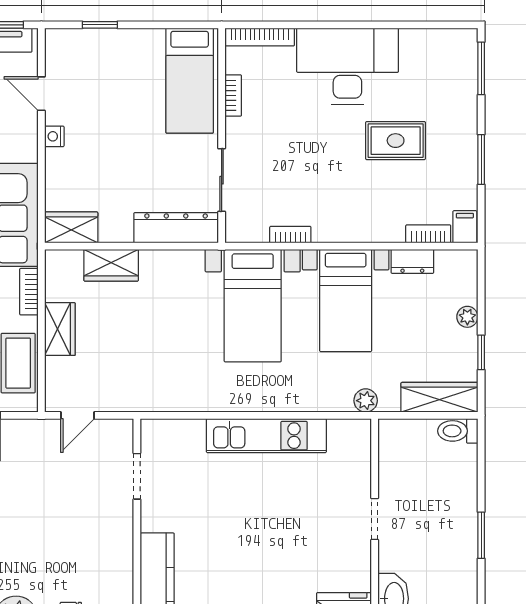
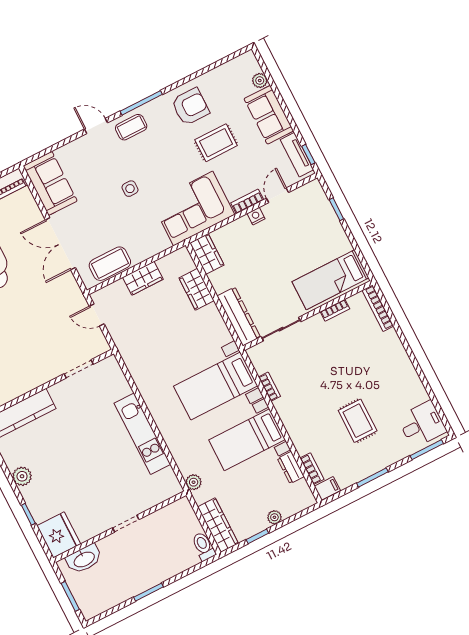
desk: (347, 66) -> (422, 424), moved, width x0.53, depth x0.77
bookcase: (29, 292) -> (247, 201), moved

